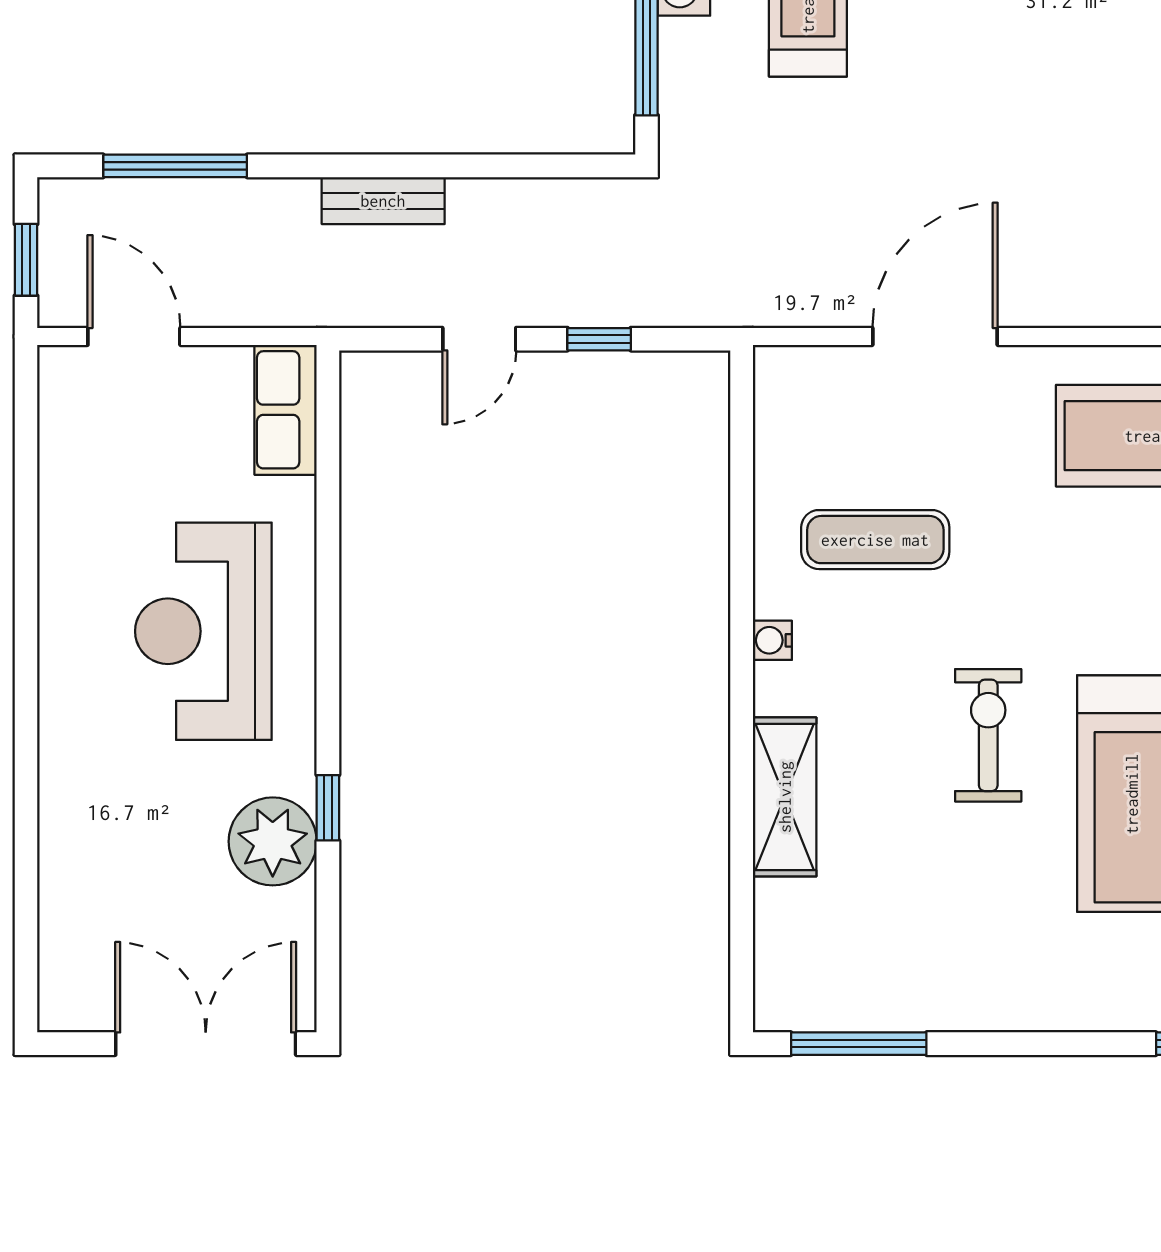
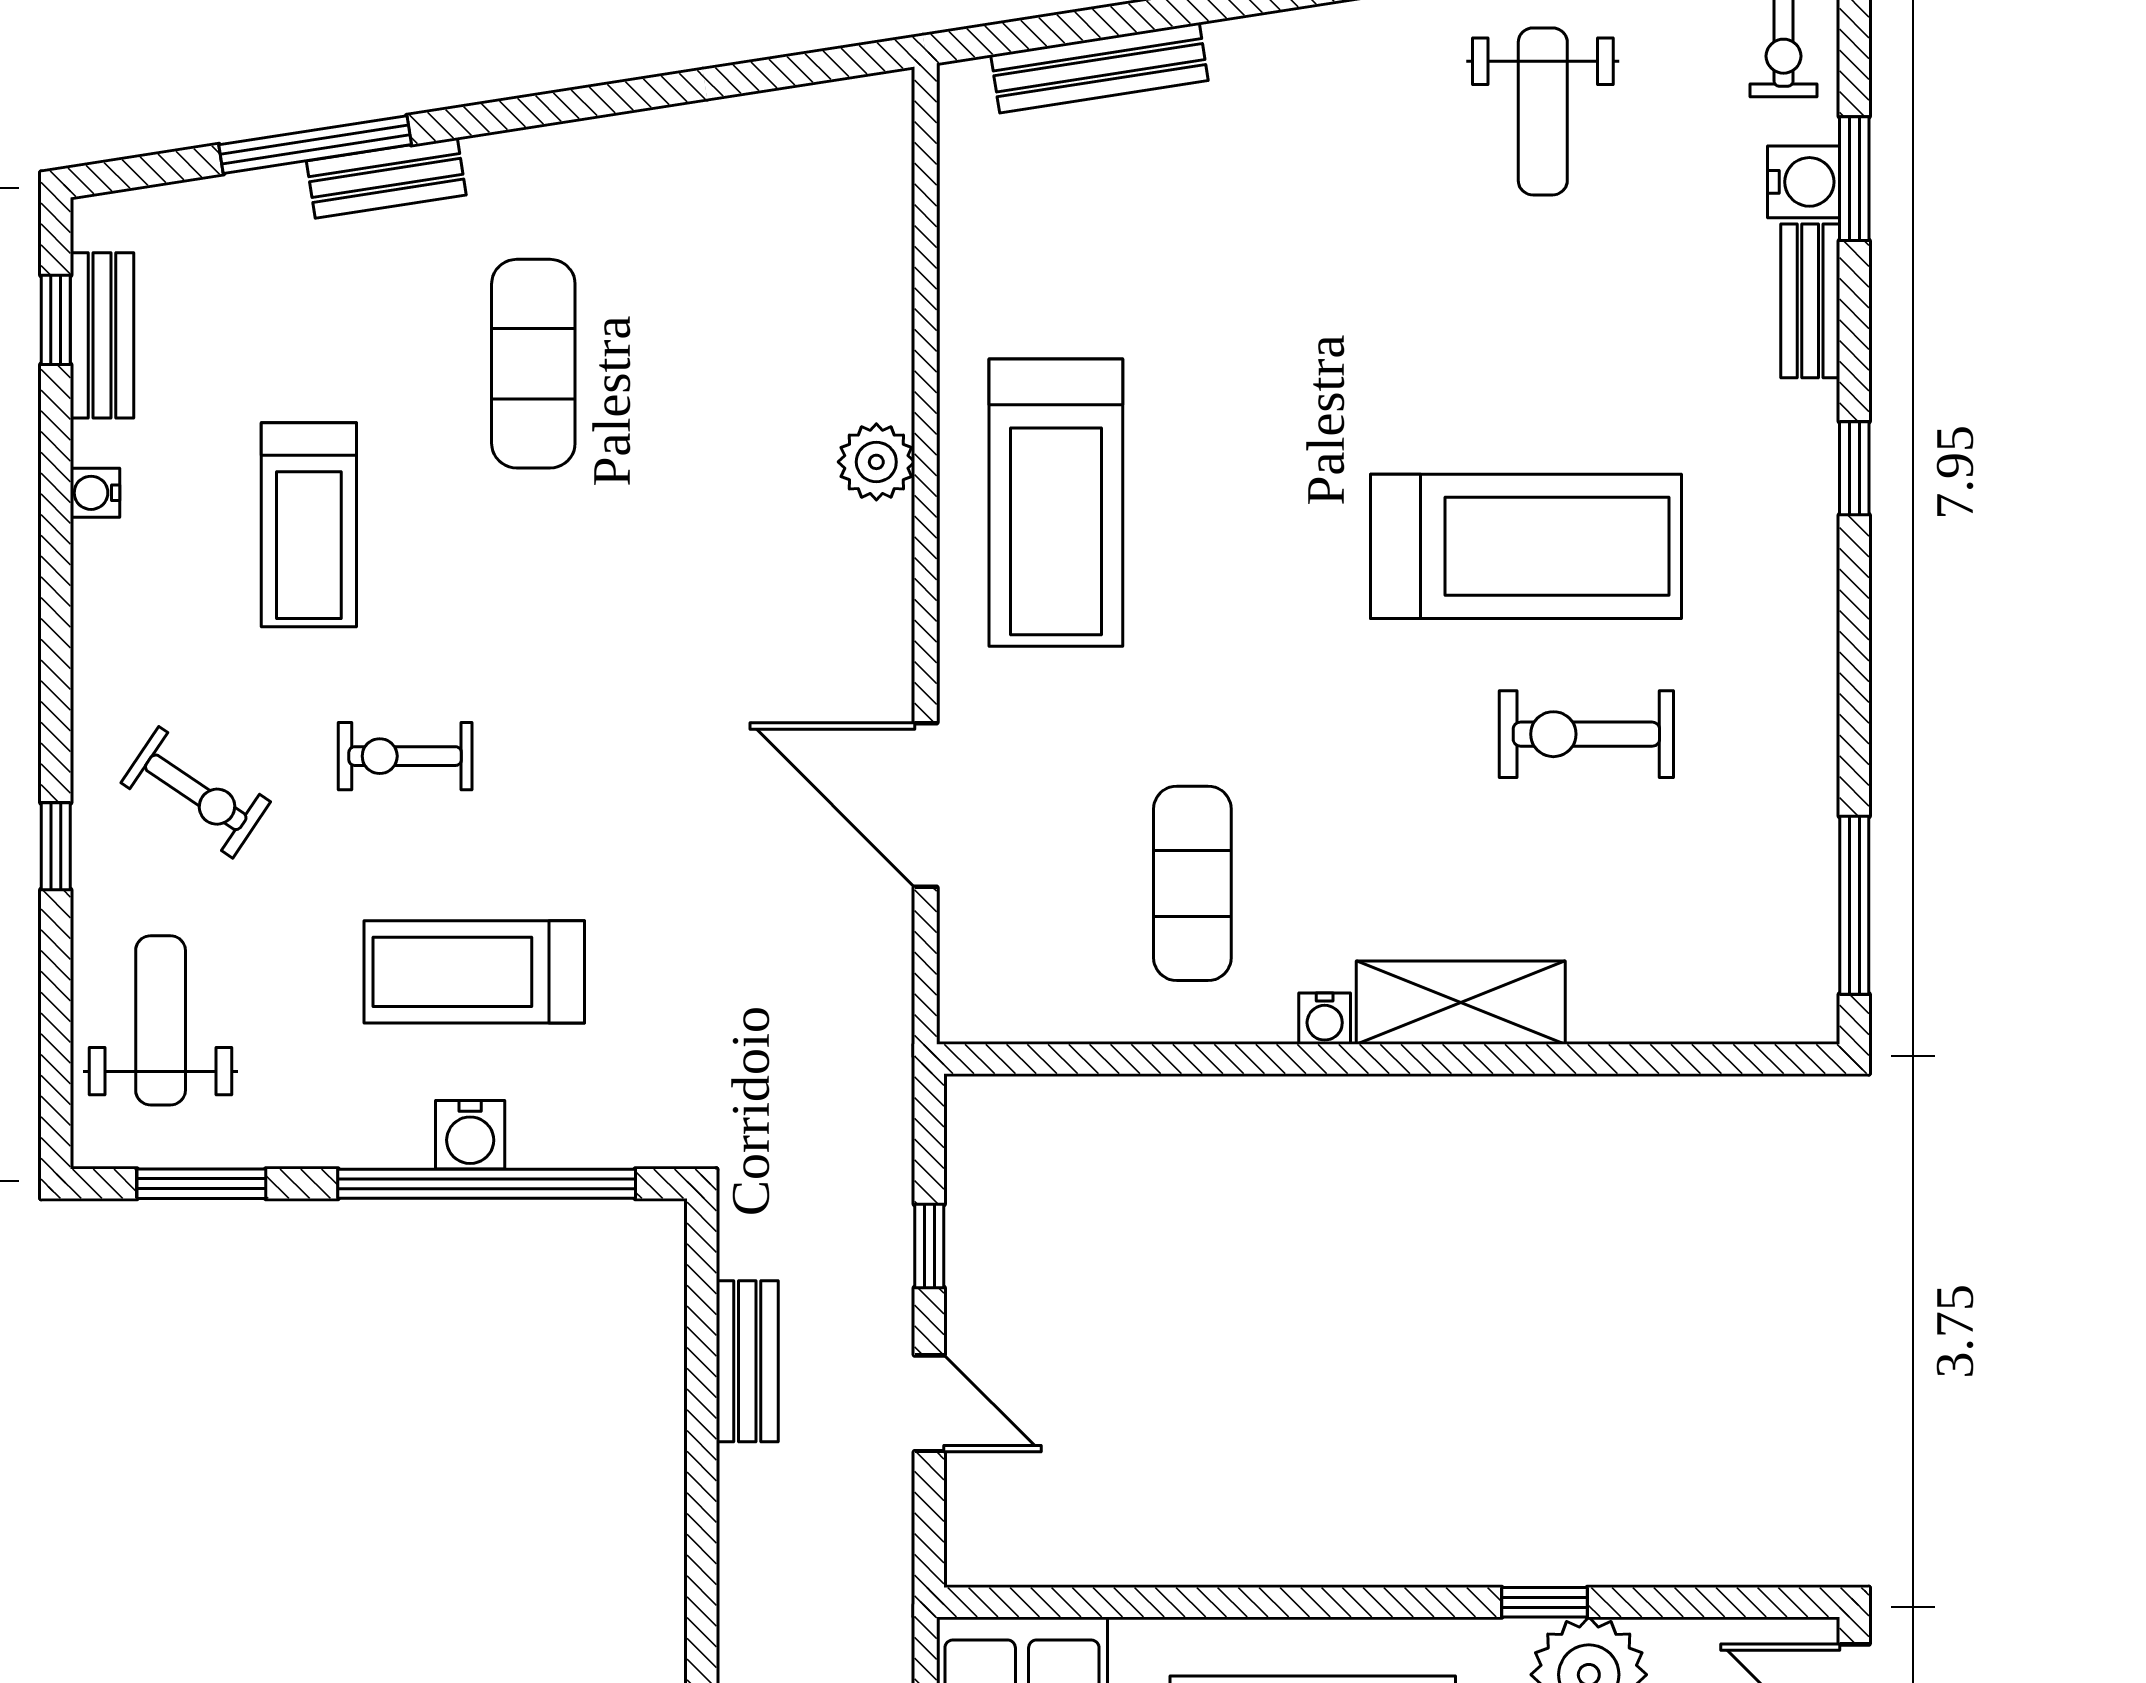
bench: (383, 201) -> (747, 1361), moved
exercise bike: (988, 735) -> (1586, 734), moved
shelving: (785, 797) -> (1461, 1003), moved

